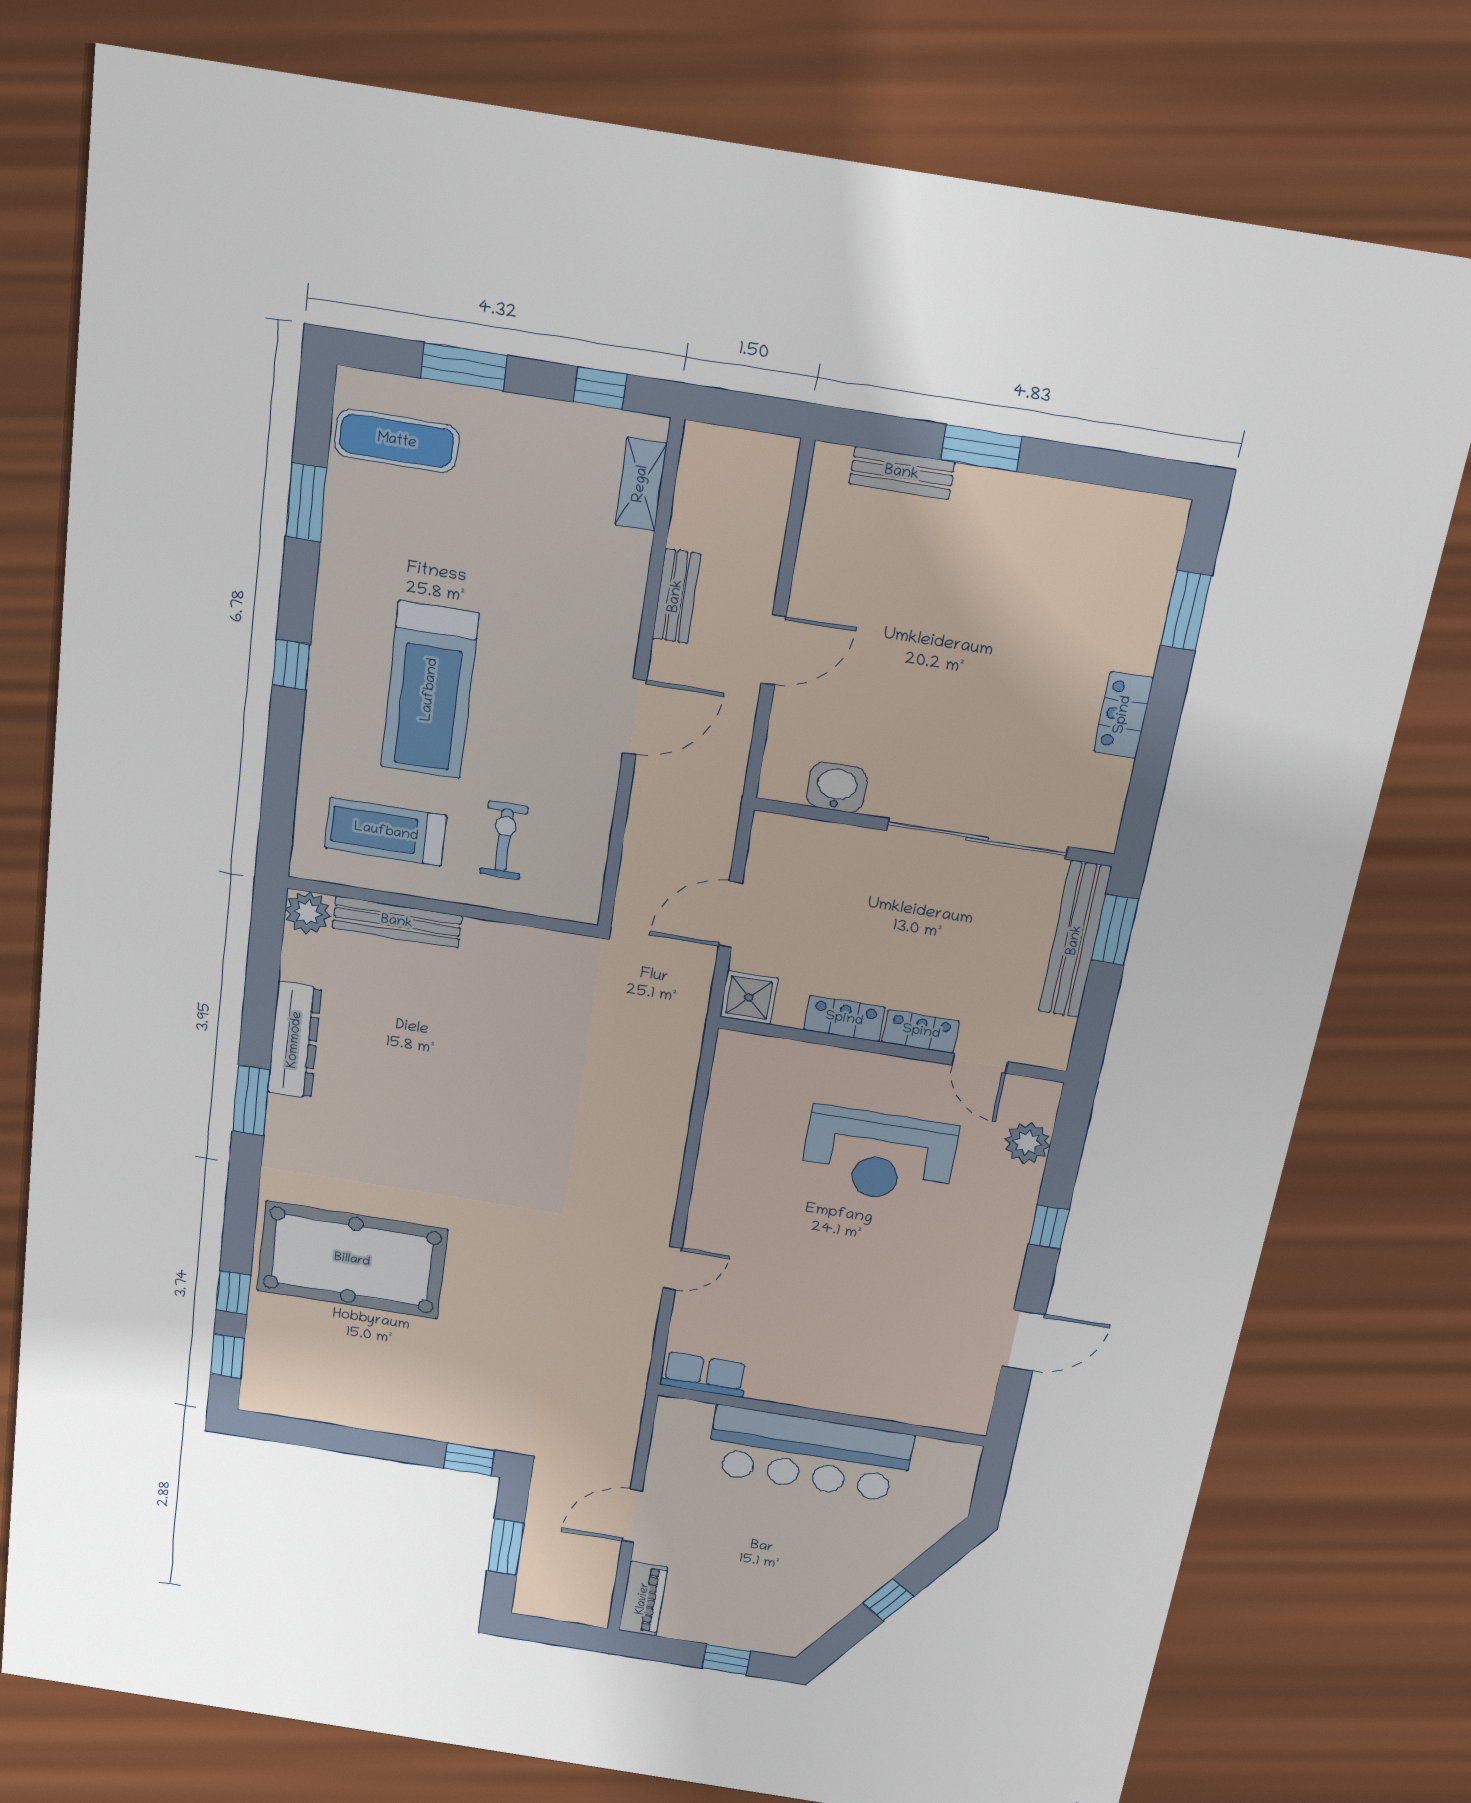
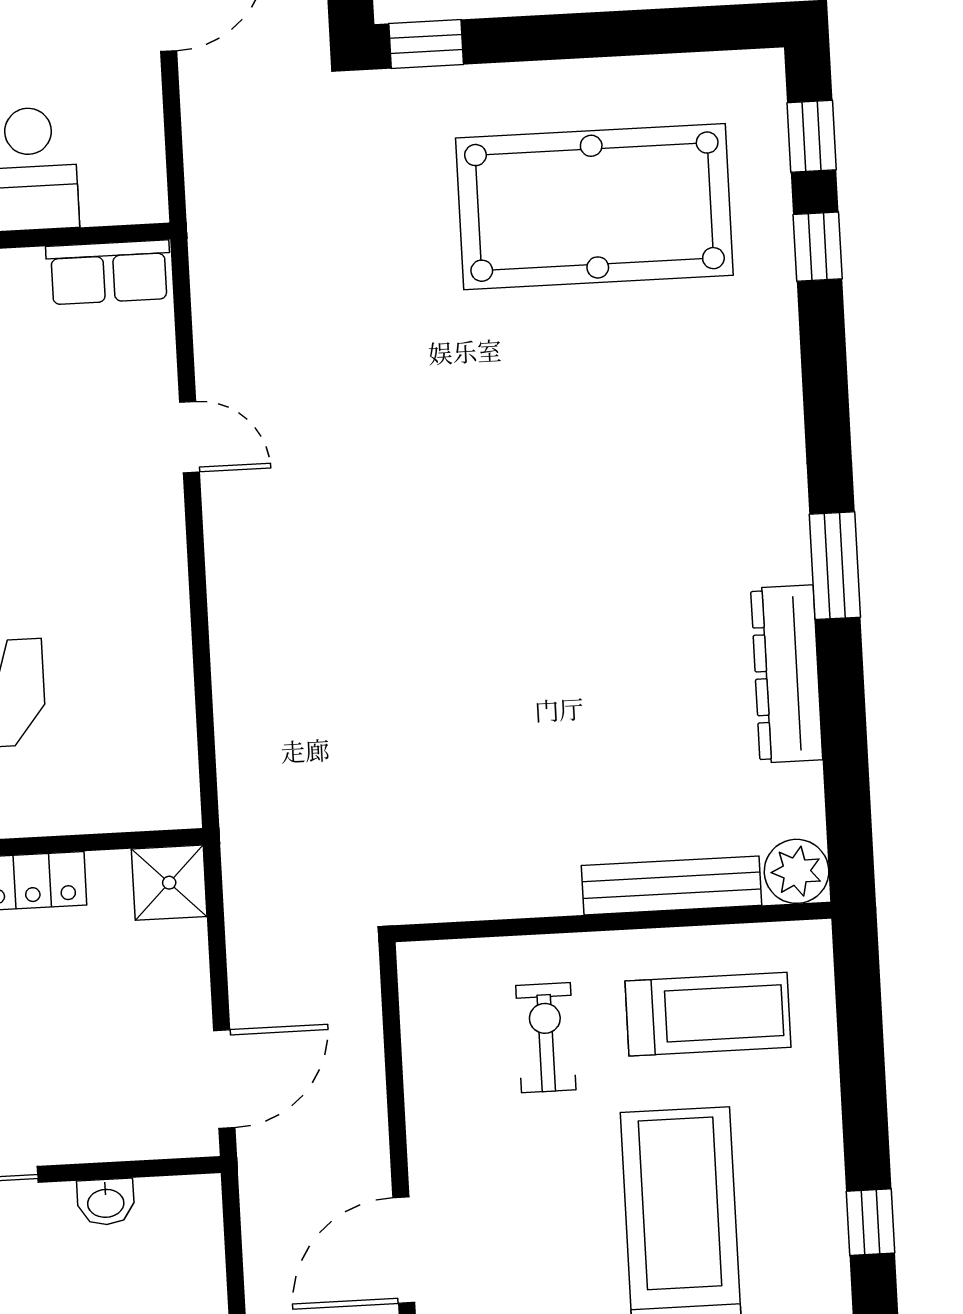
washbasin: (837, 787) -> (106, 1202), width x0.72, depth x0.69
exercise bike: (504, 840) -> (546, 1038), turned 180
door: (730, 915) -> (224, 1079), moved
pool table: (352, 1260) -> (594, 207), moved
door: (673, 1268) -> (190, 437), swing flipped

